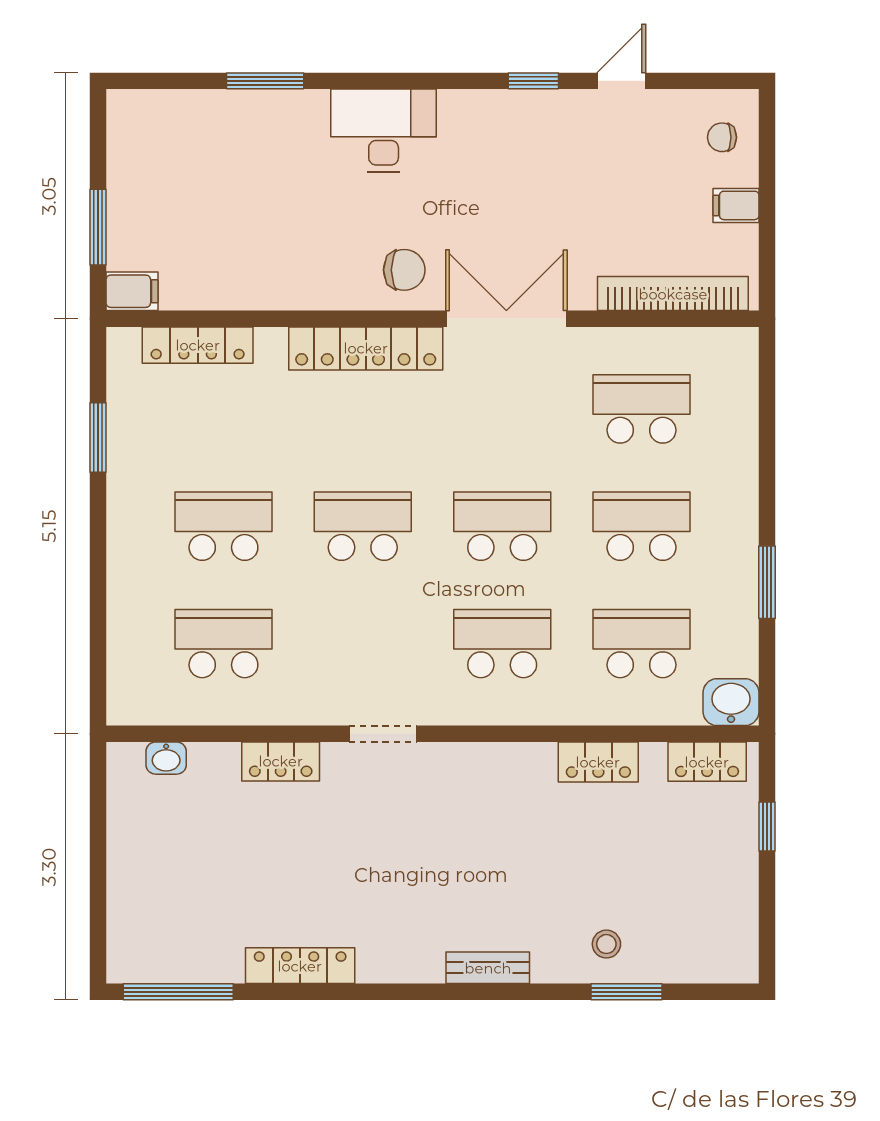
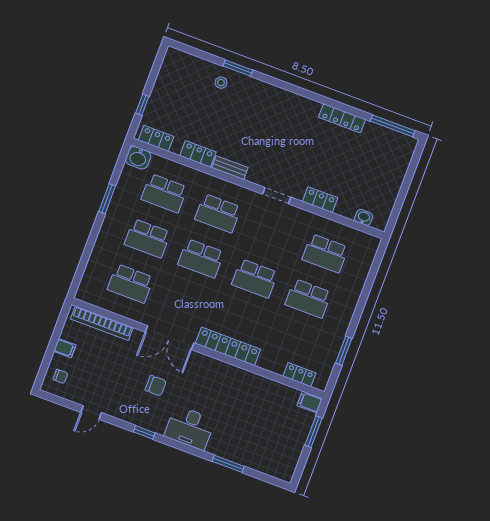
window: (533, 81) -> (144, 432), moved
chair: (404, 270) -> (156, 386), moved, turned 180
locker: (198, 345) -> (299, 375), width x0.66
bench: (488, 968) -> (230, 168), moved
window: (626, 992) -> (238, 68), moved

